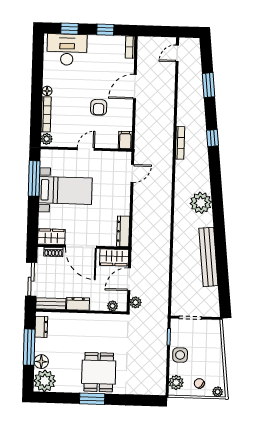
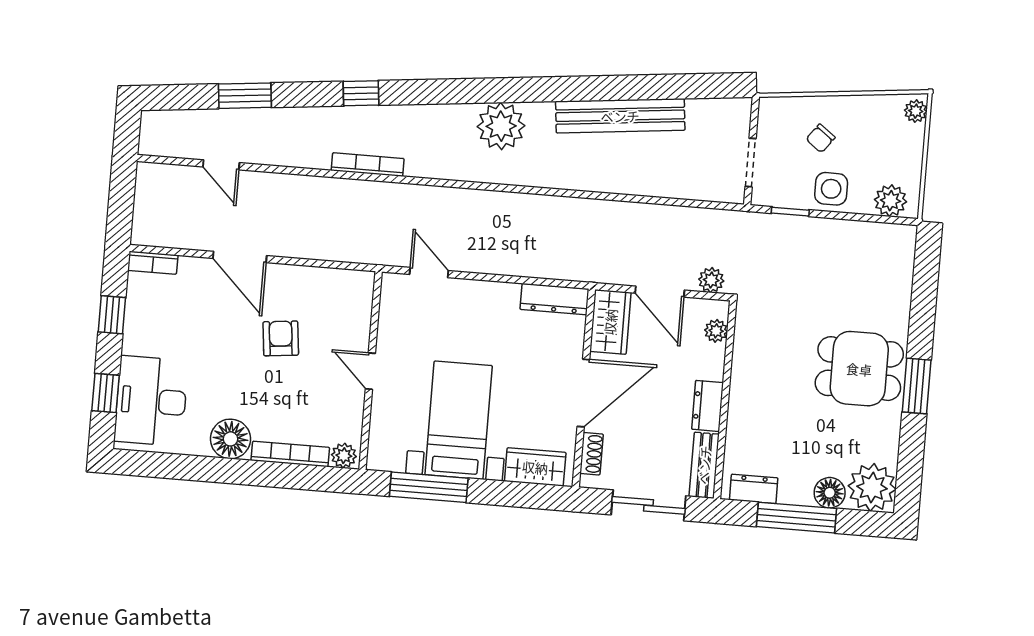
door: (177, 53) -> (221, 165), moved
floor lamp: (47, 91) -> (230, 439), width x1.89, depth x1.89
armchair: (99, 107) -> (281, 338), turned -96
filing cabinet: (125, 140) -> (355, 284), removed
wardrobe: (51, 237) -> (535, 467), moved, turned 90
chair: (199, 383) -> (821, 138), moved

